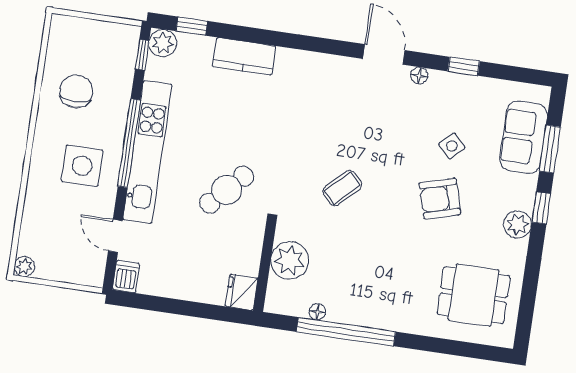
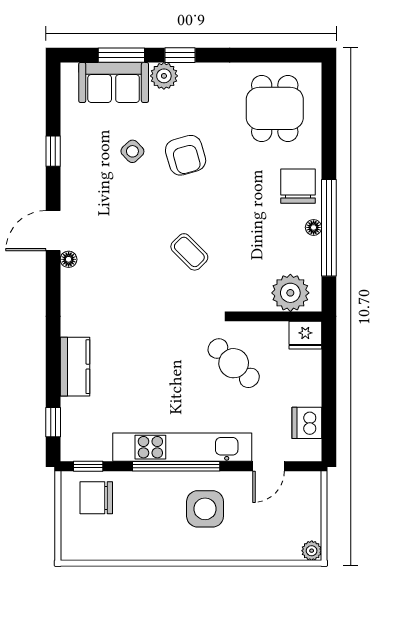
plant: (163, 43) -> (74, 448), removed
floor lamp: (419, 76) -> (69, 259), moved
chair: (76, 91) -> (96, 498), moved
cafe table: (227, 190) -> (234, 363), moved
plant: (517, 225) -> (164, 76), moved
plant: (290, 260) -> (290, 293), moved
dishwasher: (126, 277) -> (307, 423), moved, width x1.38
chair: (392, 307) -> (298, 186), added
floor lamp: (317, 312) -> (314, 227), moved

